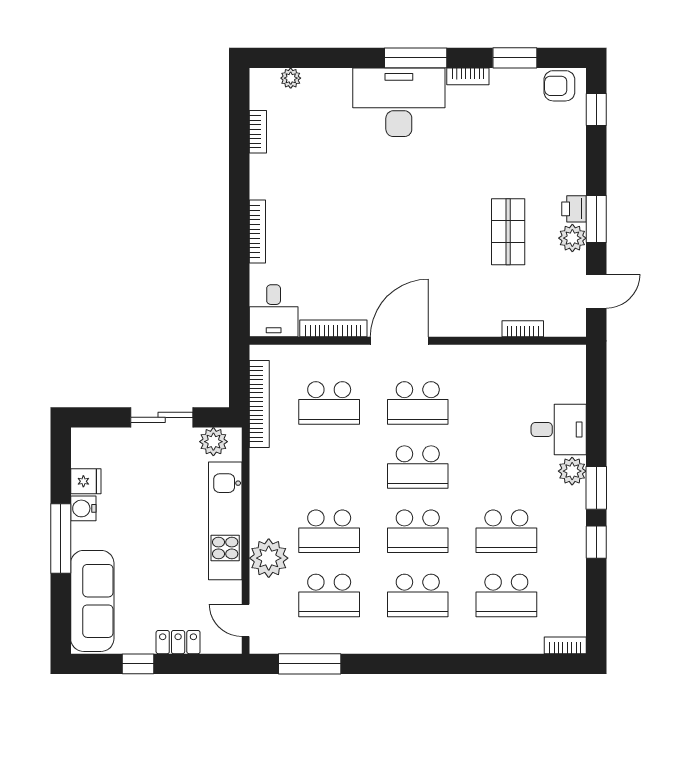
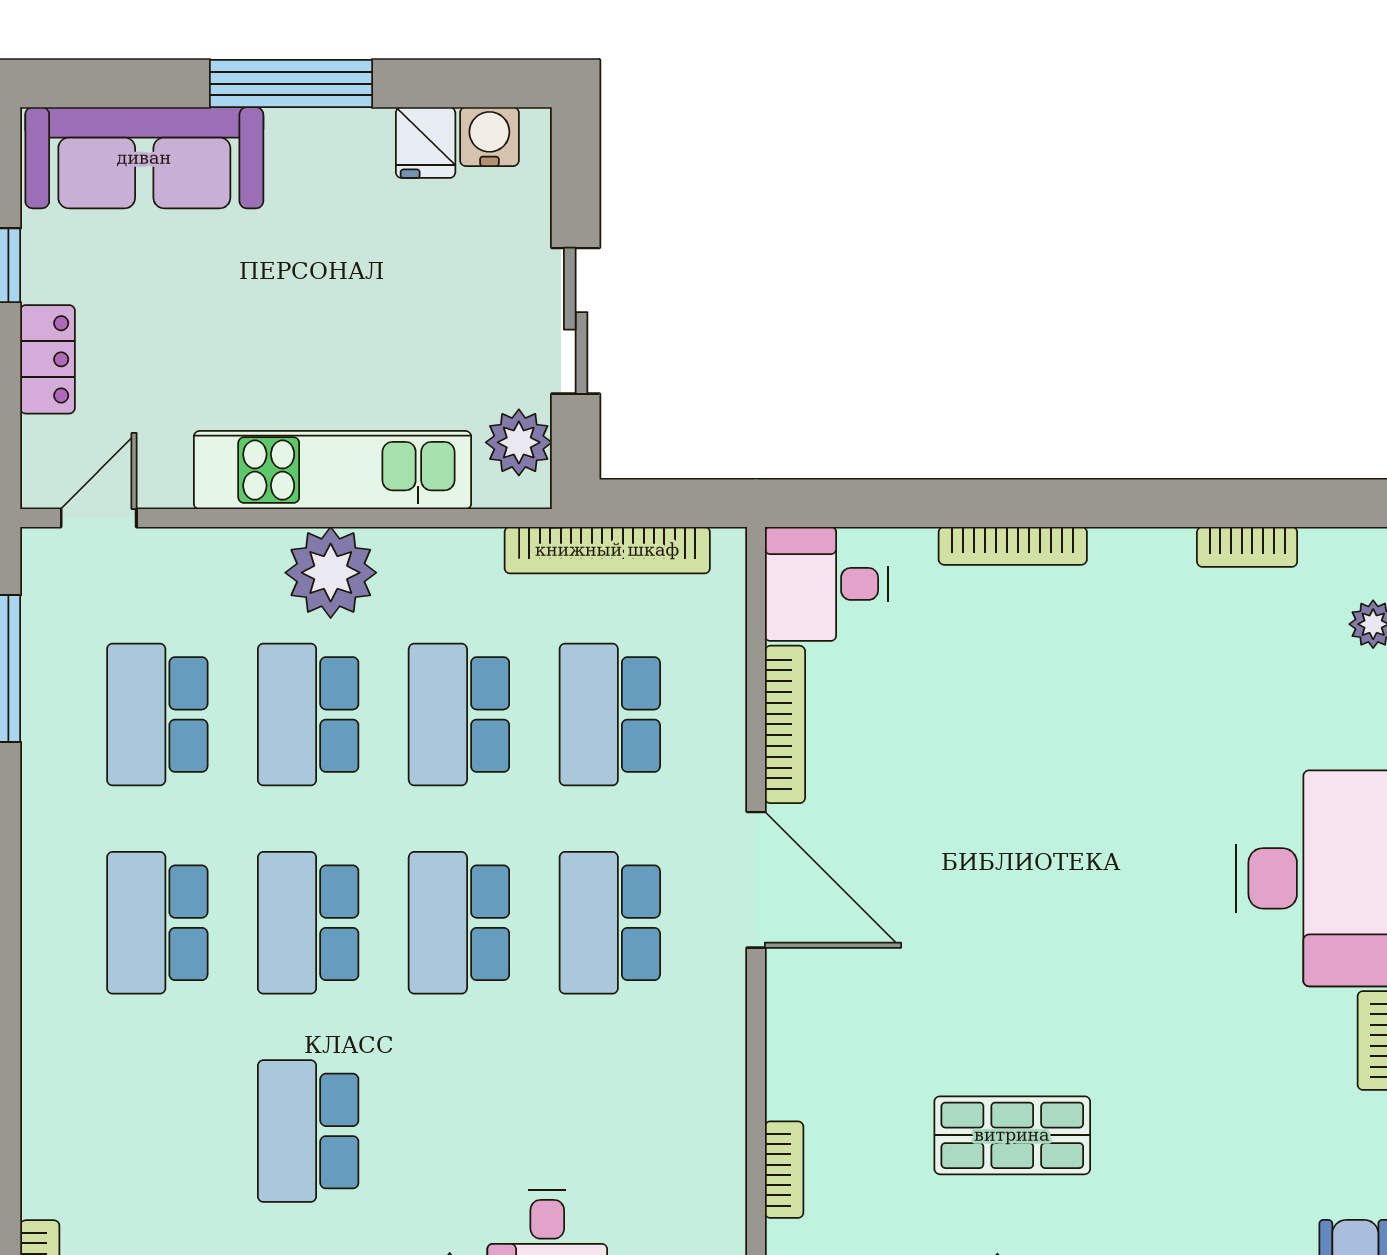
water cooler: (83, 508) -> (489, 137), moved
plant: (269, 558) -> (331, 573), moved
school desk: (506, 595) -> (459, 715), moved

